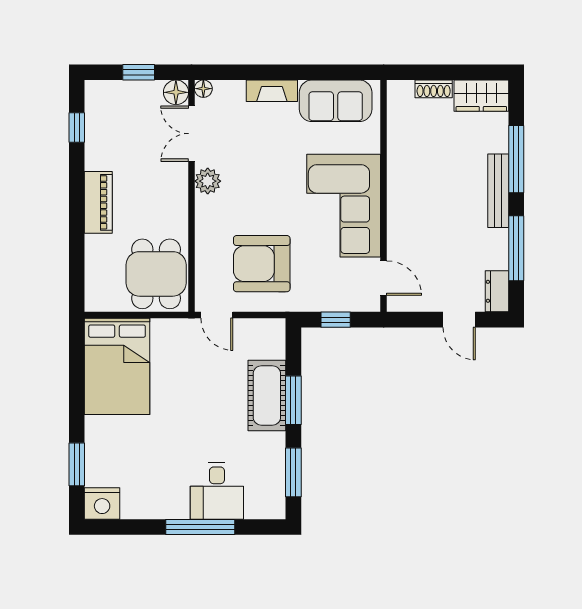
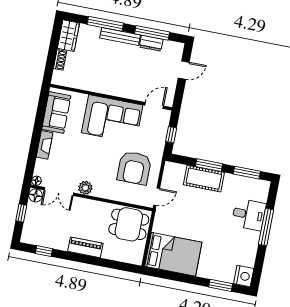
dresser: (497, 291) -> (151, 43), moved

